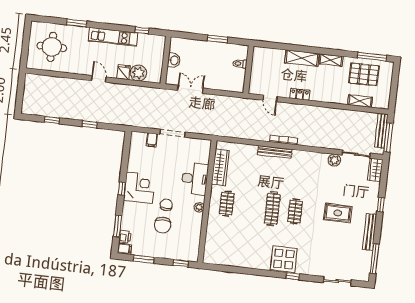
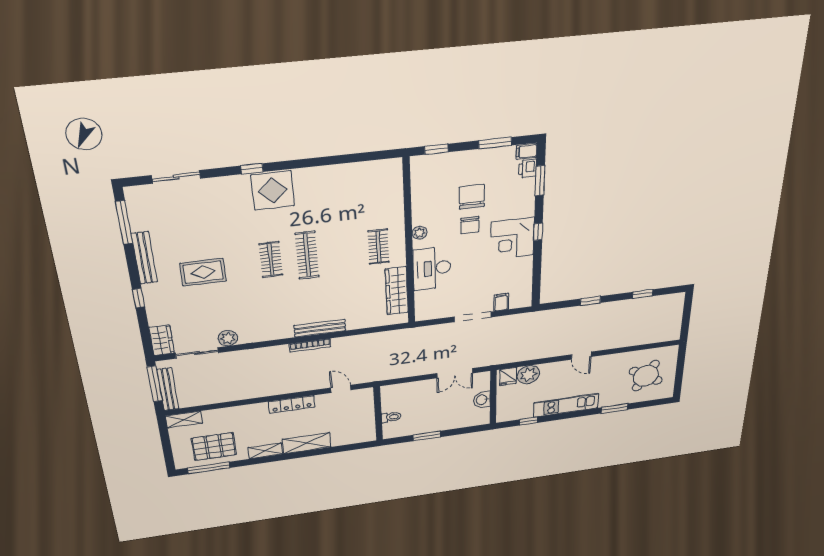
round table: (52, 47) -> (646, 376), turned 32
fridge: (123, 72) -> (508, 377), moved
locker: (300, 94) -> (292, 404), width x1.53
shelving: (360, 101) -> (184, 420), moved

